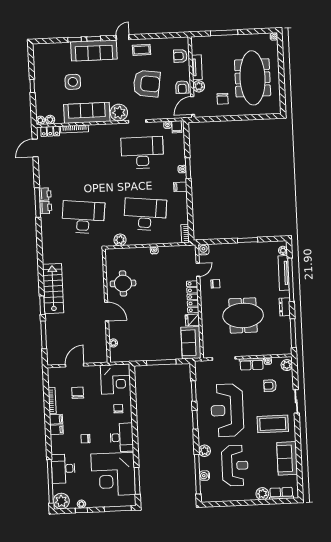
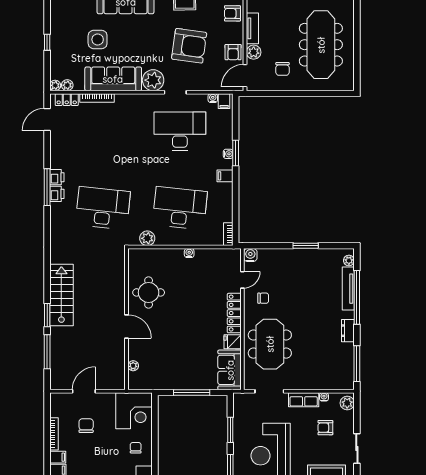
meeting table: (243, 315) -> (270, 344), moved, turned 90

